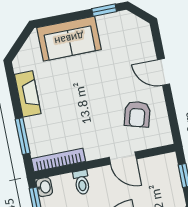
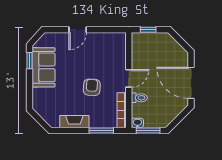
sofa: (69, 39) -> (44, 67), moved
armchair: (137, 114) -> (92, 87), moved, turned -103
door: (123, 158) -> (129, 78), moved

